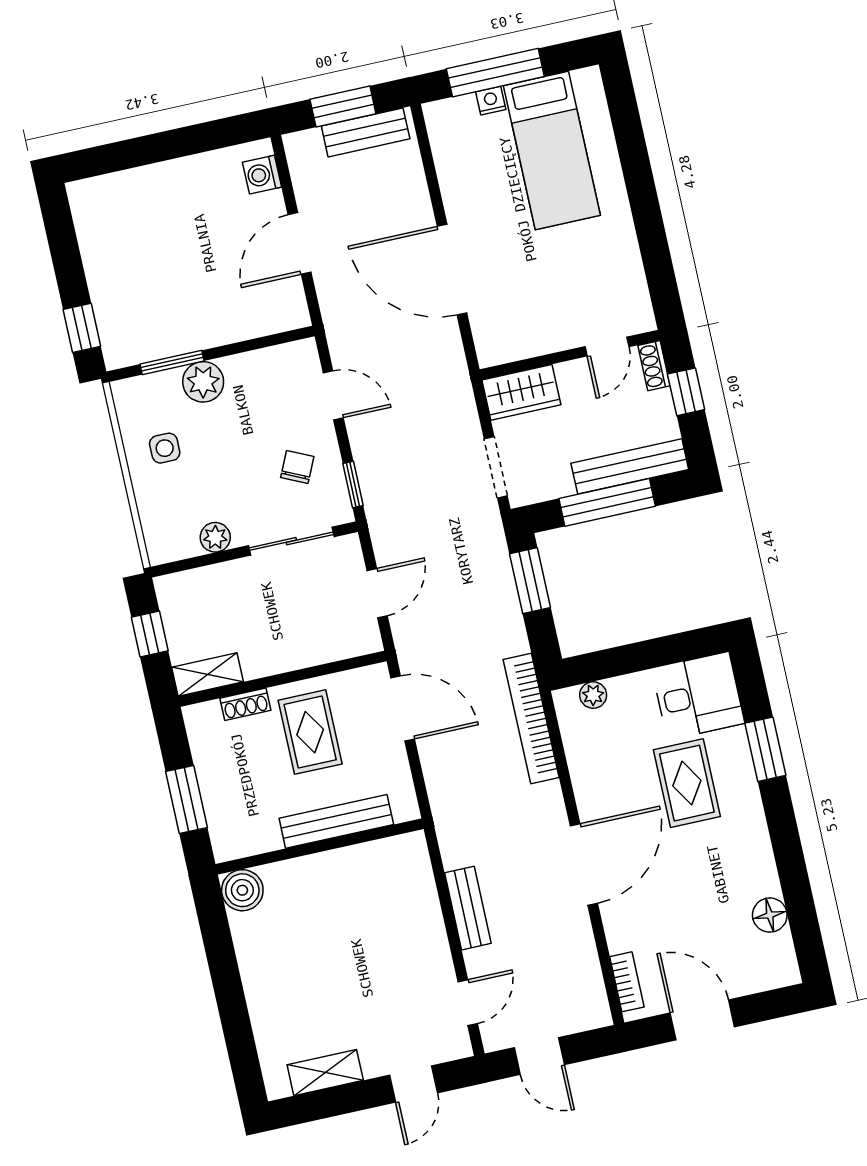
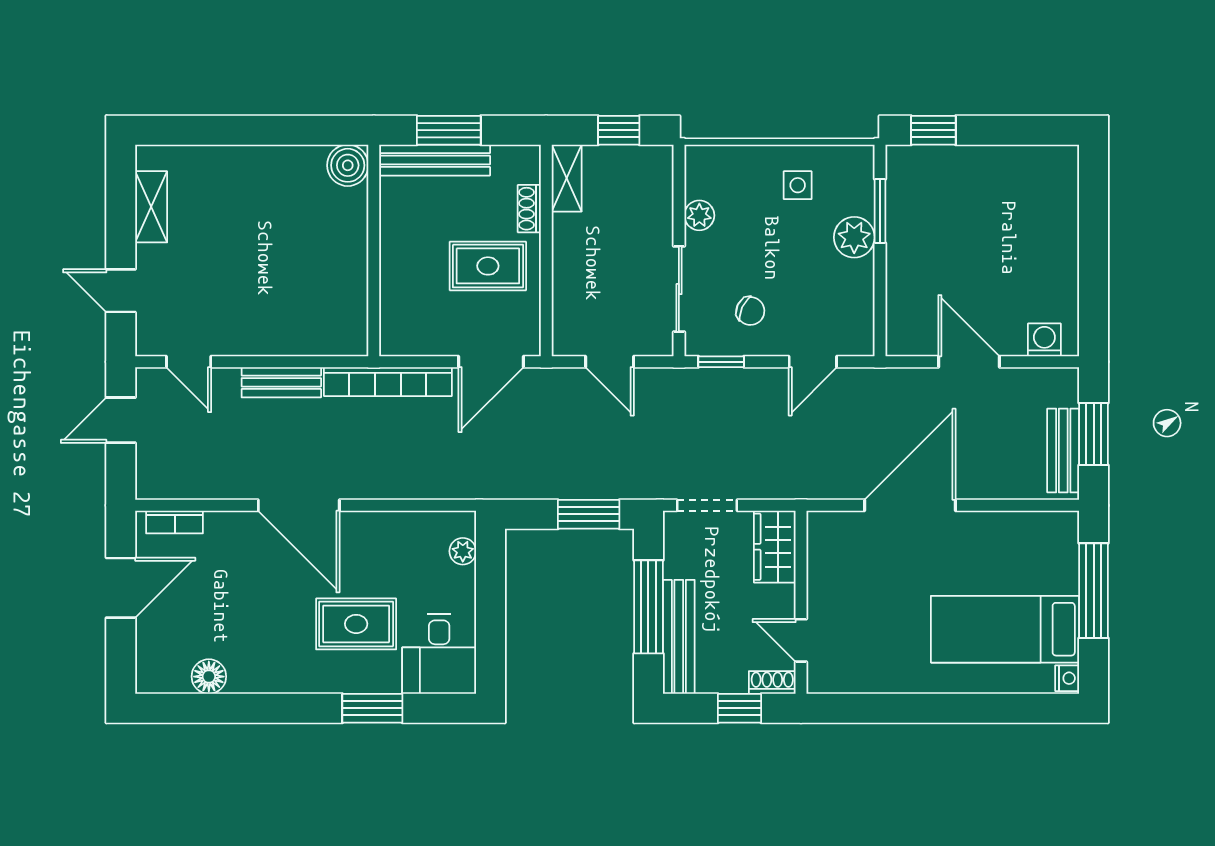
nightstand: (491, 101) -> (1067, 678), moved
bookcase: (531, 718) -> (388, 382), moved, turned 180
bench: (336, 821) -> (435, 160), moved, turned 90

